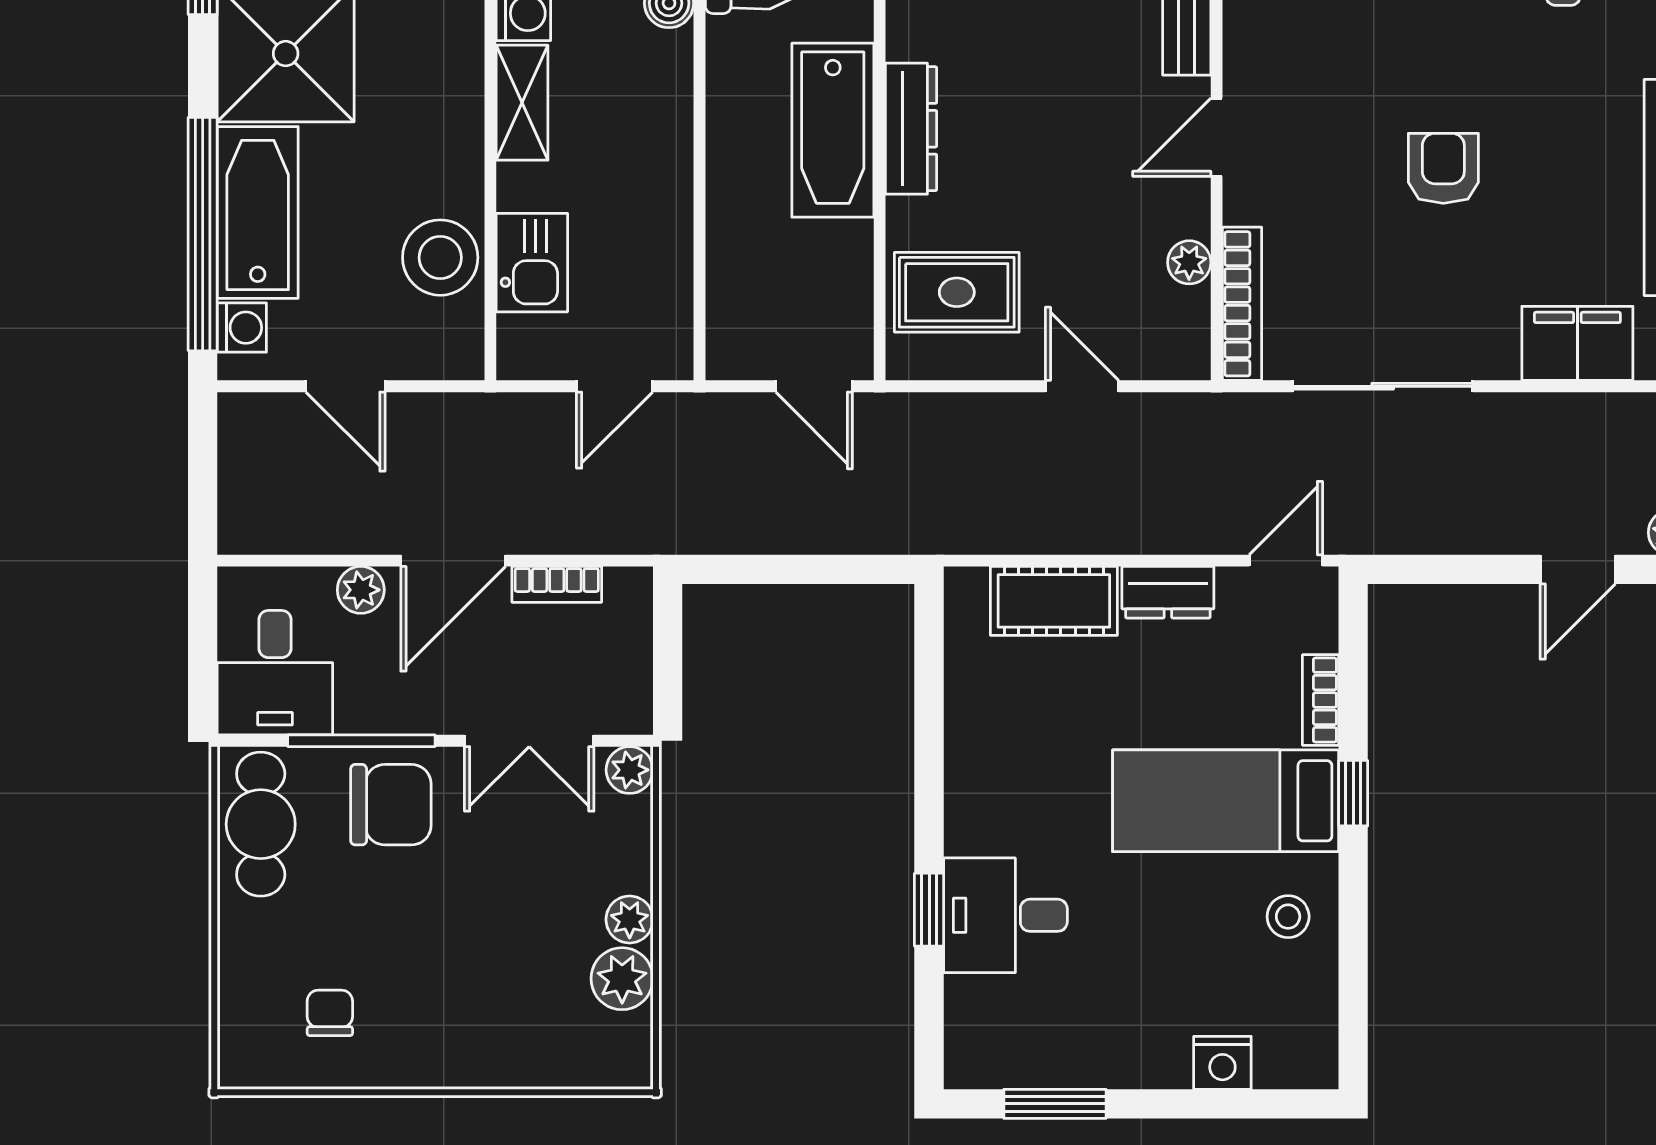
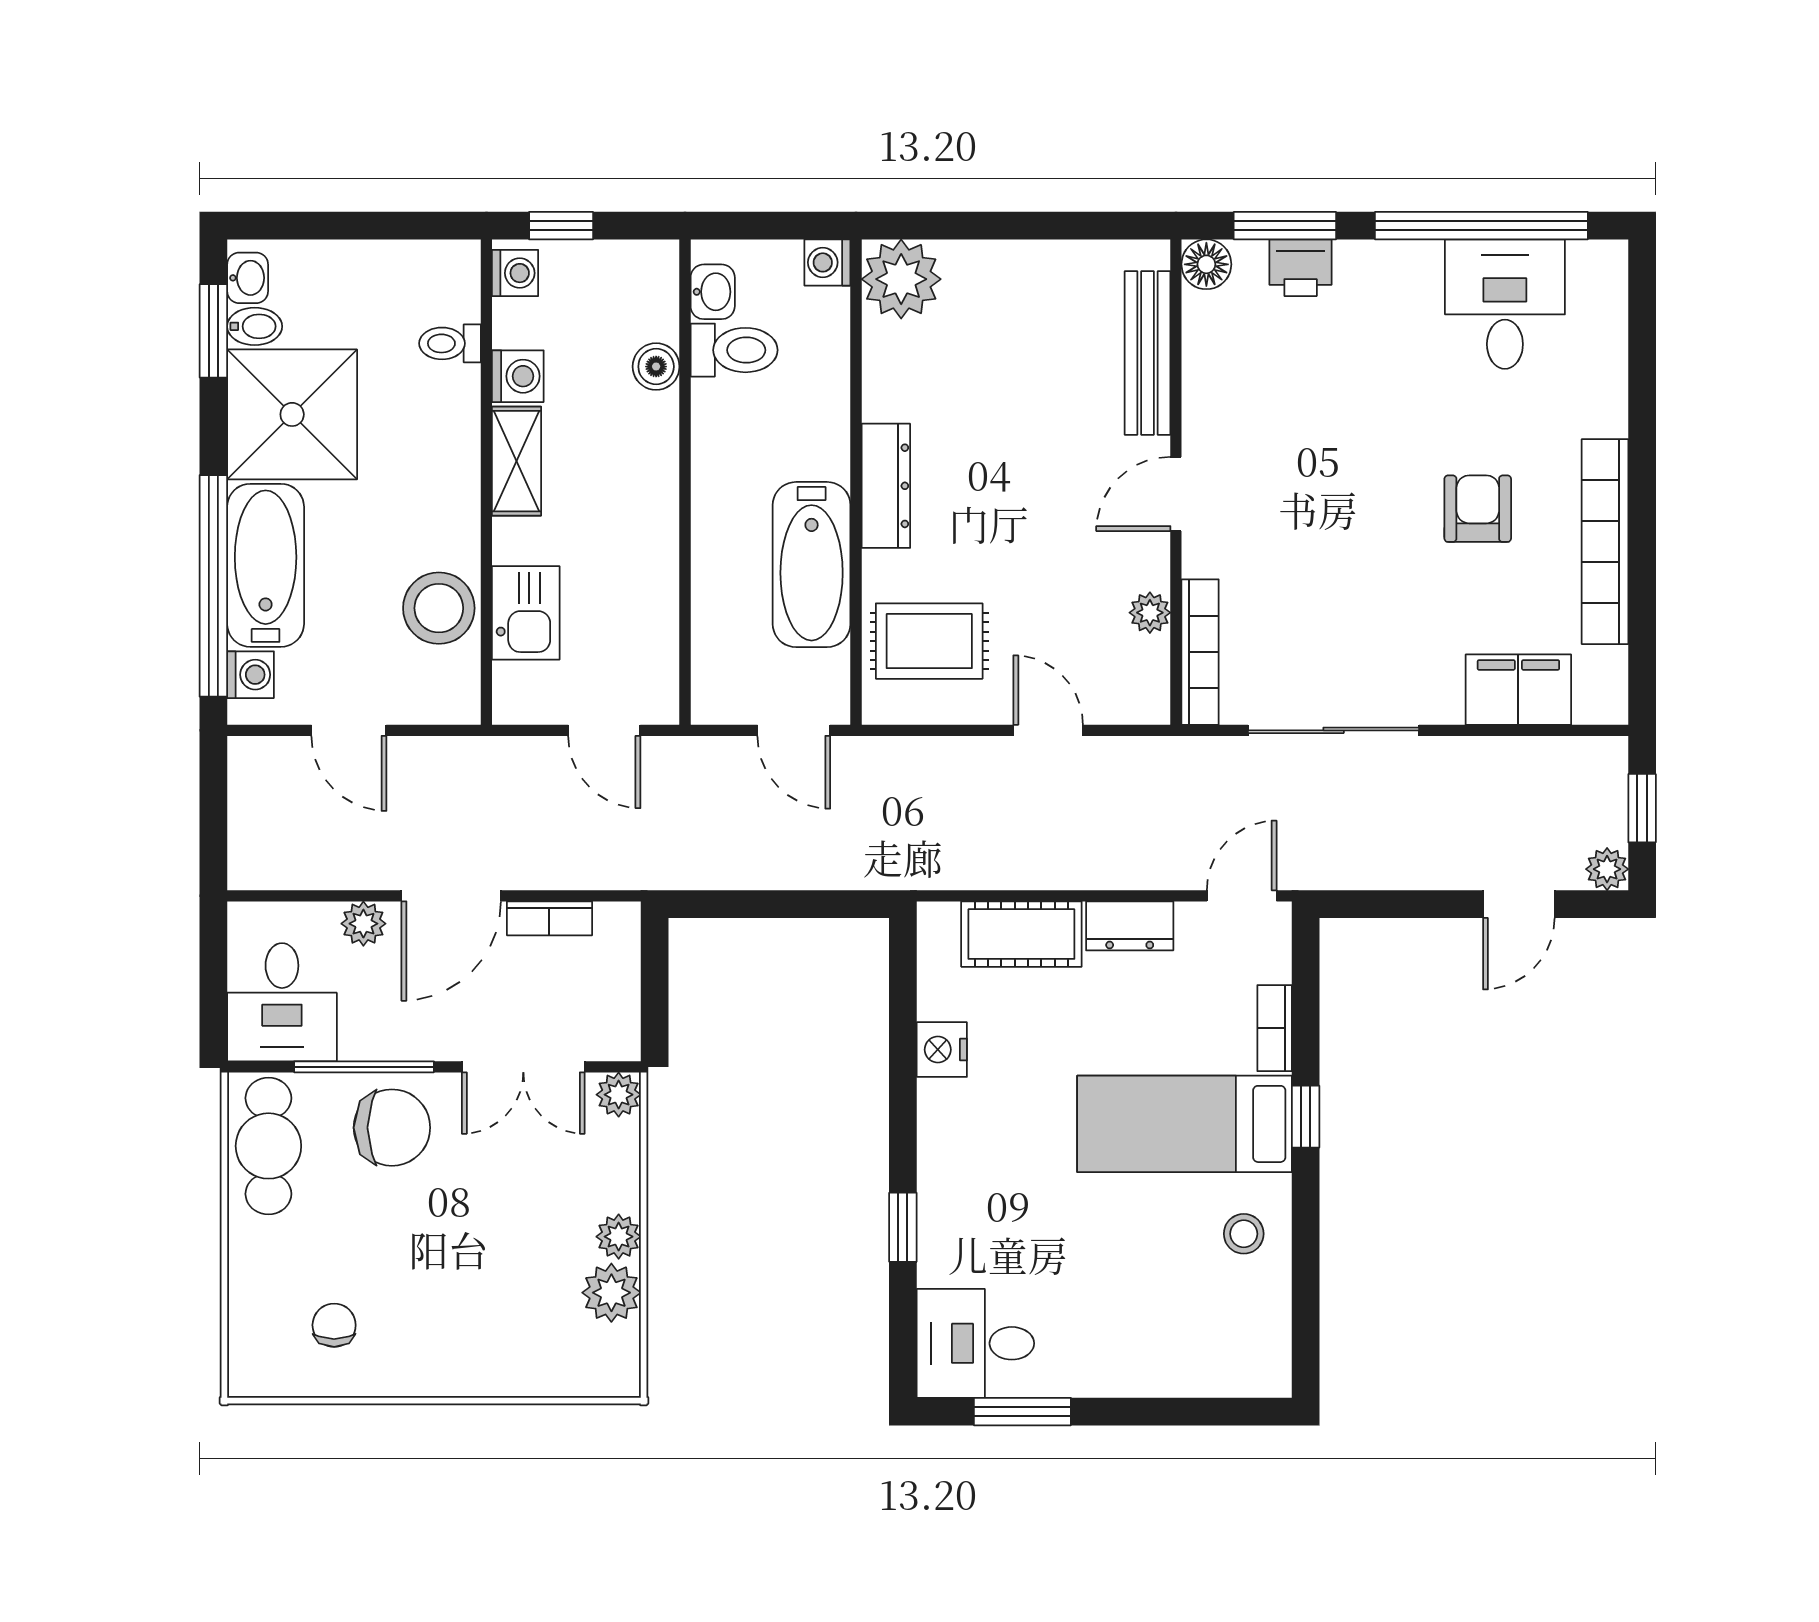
bathtub: (833, 130) -> (812, 565), moved
armchair: (1443, 168) -> (1478, 509), moved
door: (614, 386) -> (604, 730), hinge flipped
desk: (1005, 915) -> (975, 1343), moved
nightstand: (1222, 1063) -> (942, 1050), moved, turned 90

